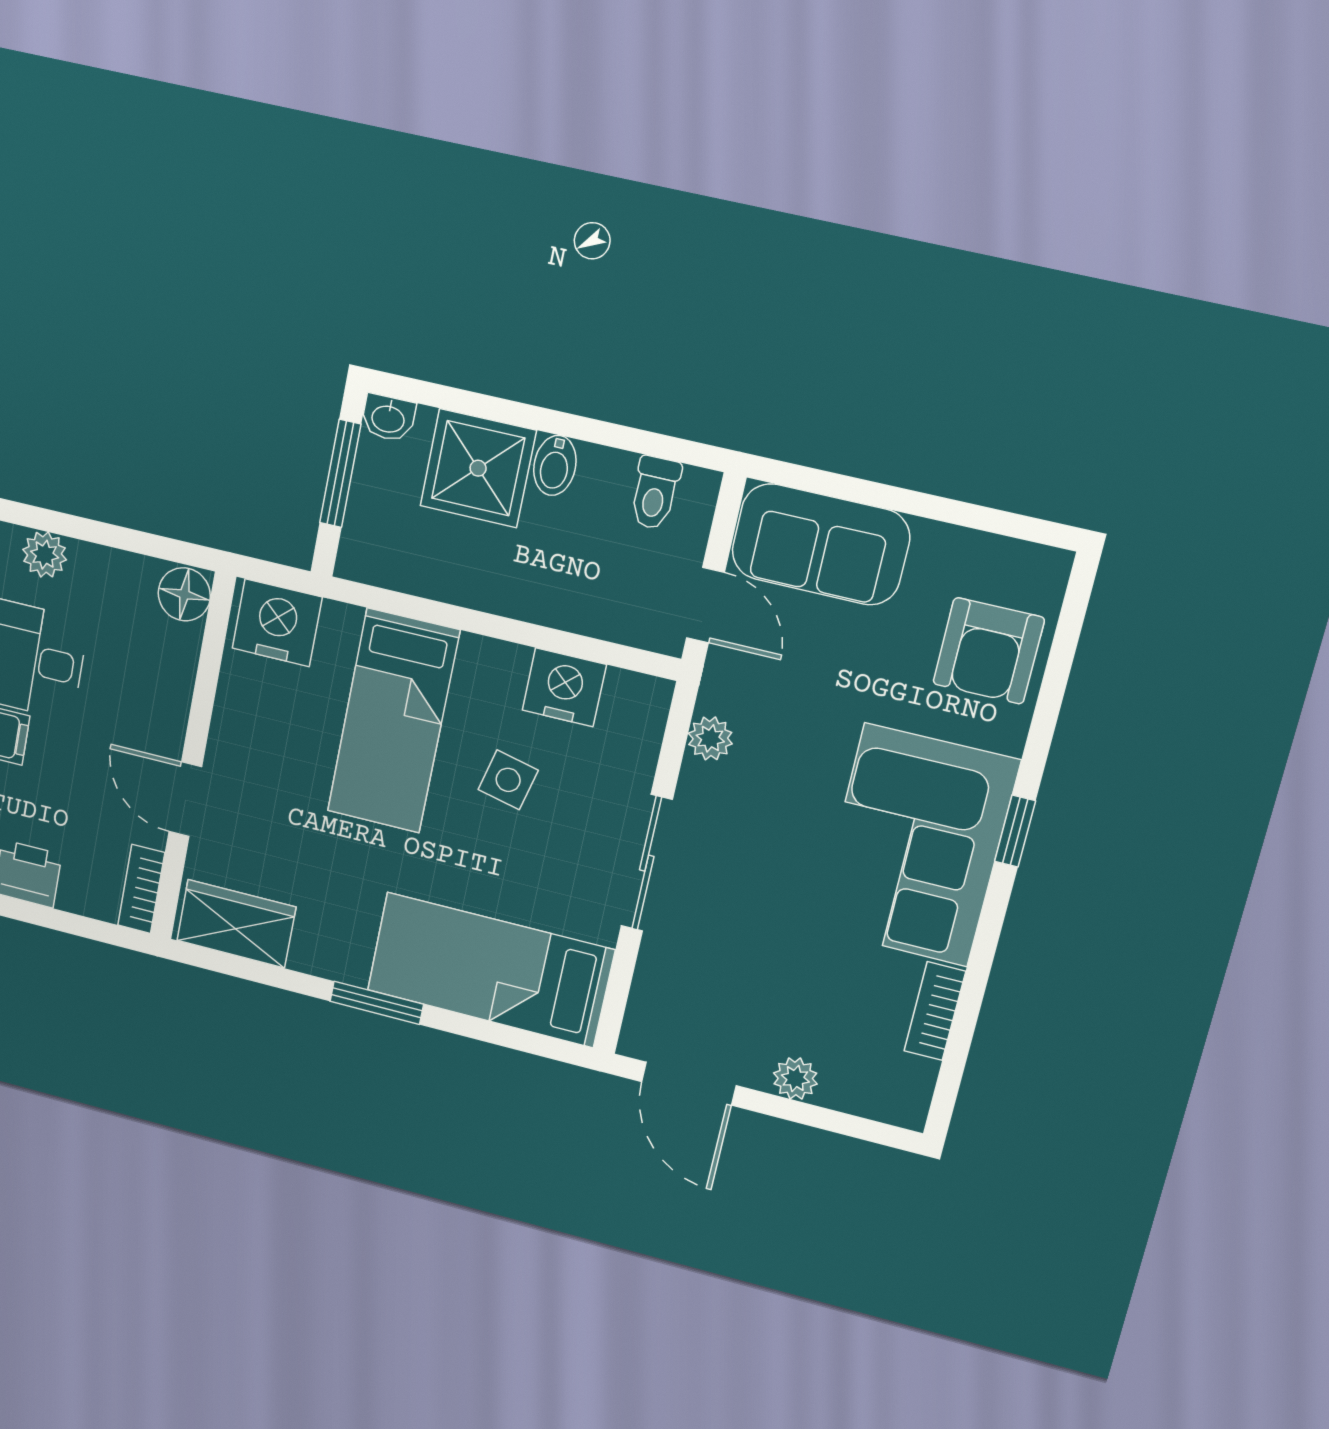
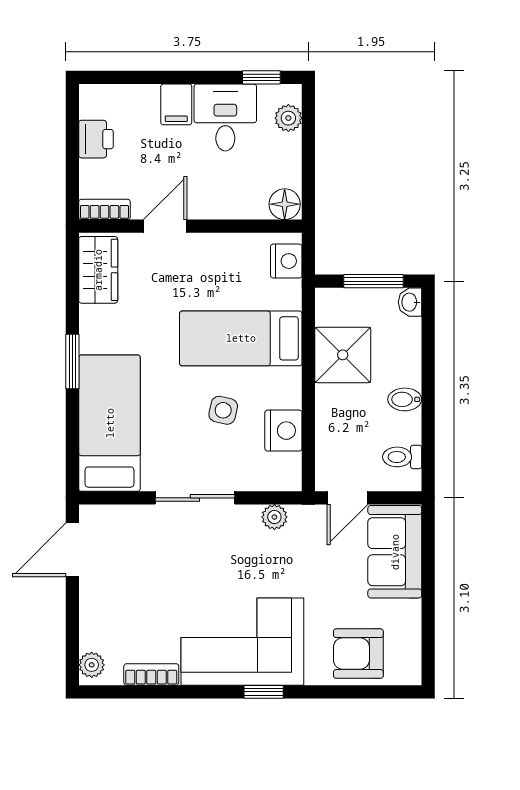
shower: (478, 468) -> (343, 355), moved
nightstand: (277, 623) -> (286, 261), width x0.74, depth x0.75
plant: (795, 1078) -> (92, 665), moved

